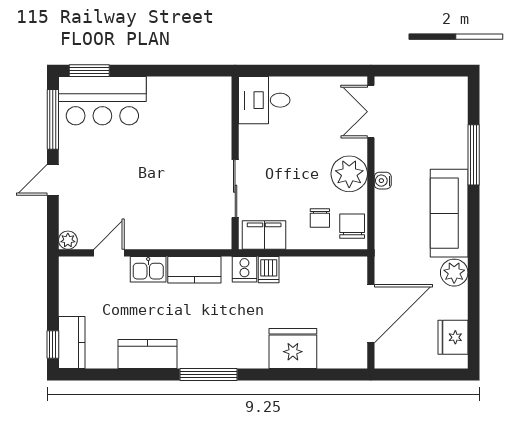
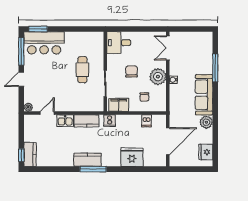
cafe table: (185, 159) -> (82, 70), added
chair: (352, 226) -> (132, 71), moved
dishwasher: (269, 270) -> (147, 121), moved
kitchen counter: (147, 354) -> (87, 160), moved

